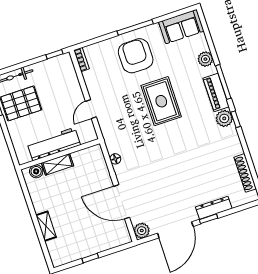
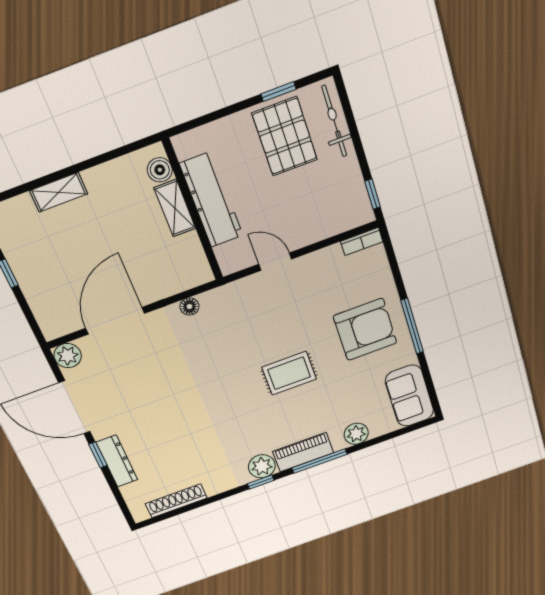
rug: (161, 101) -> (289, 373), width x0.73, depth x0.70

